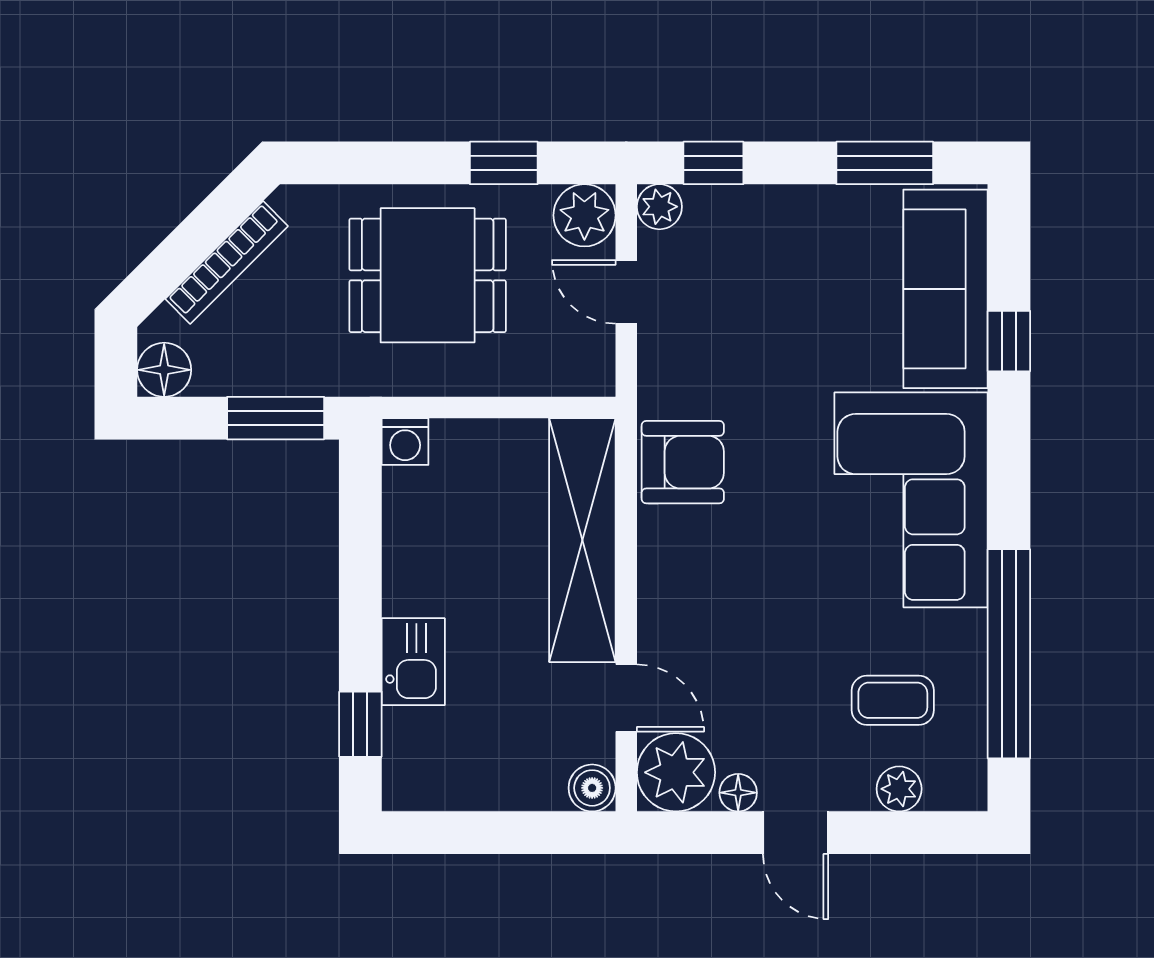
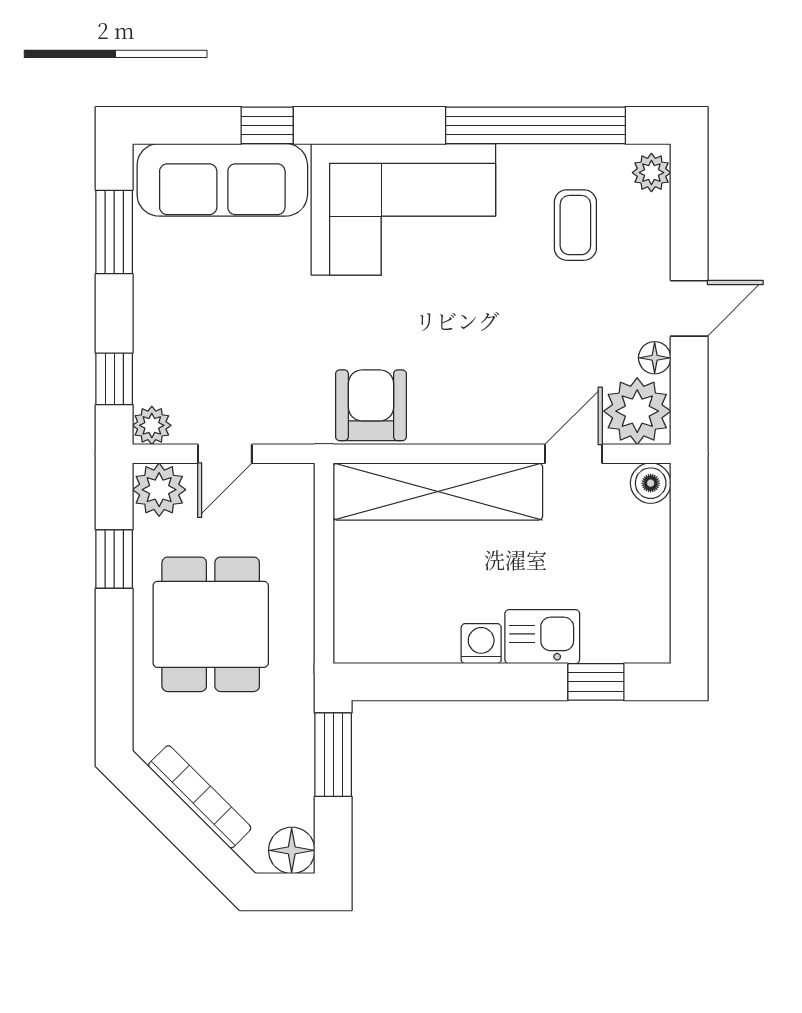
washing machine: (405, 441) -> (481, 644), moved, turned -90
plant: (899, 789) -> (651, 173), moved

